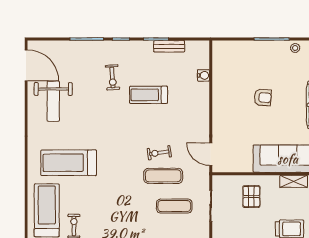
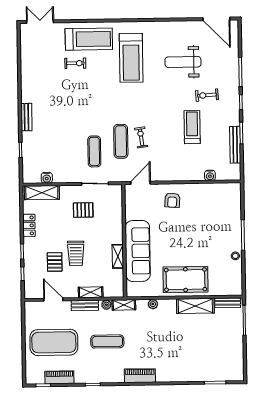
bench: (169, 46) -> (235, 145), width x1.36
door: (26, 65) -> (216, 19), hinge flipped
armchair: (263, 97) -> (172, 200), moved
weight bench: (53, 101) -> (183, 62), moved
treadmill: (69, 163) -> (131, 58), turned 180
pallet: (251, 197) -> (83, 210), moved

